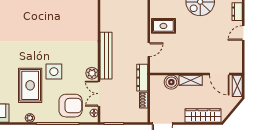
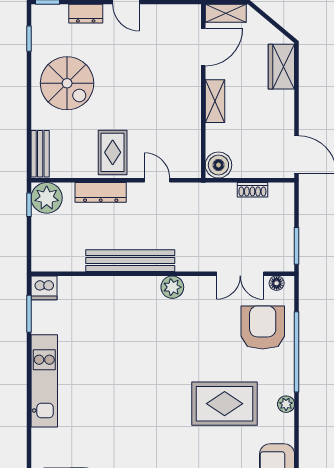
bench: (106, 56) -> (130, 261), moved
side table: (54, 72) -> (199, 359), removed
plant: (92, 73) -> (172, 287), moved
dresser: (142, 78) -> (101, 192), moved
boiler: (171, 82) -> (218, 165), moved
wardrobe: (203, 116) -> (281, 67), width x0.67

